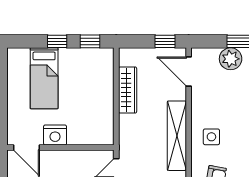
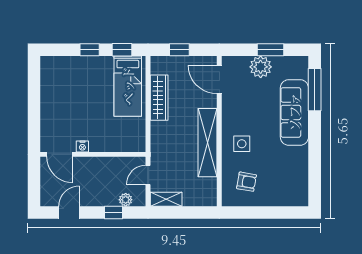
window: (165, 41) -> (179, 50), moved
bed: (44, 78) -> (128, 86), moved
nightstand: (55, 135) -> (82, 146), width x0.53, depth x0.56

